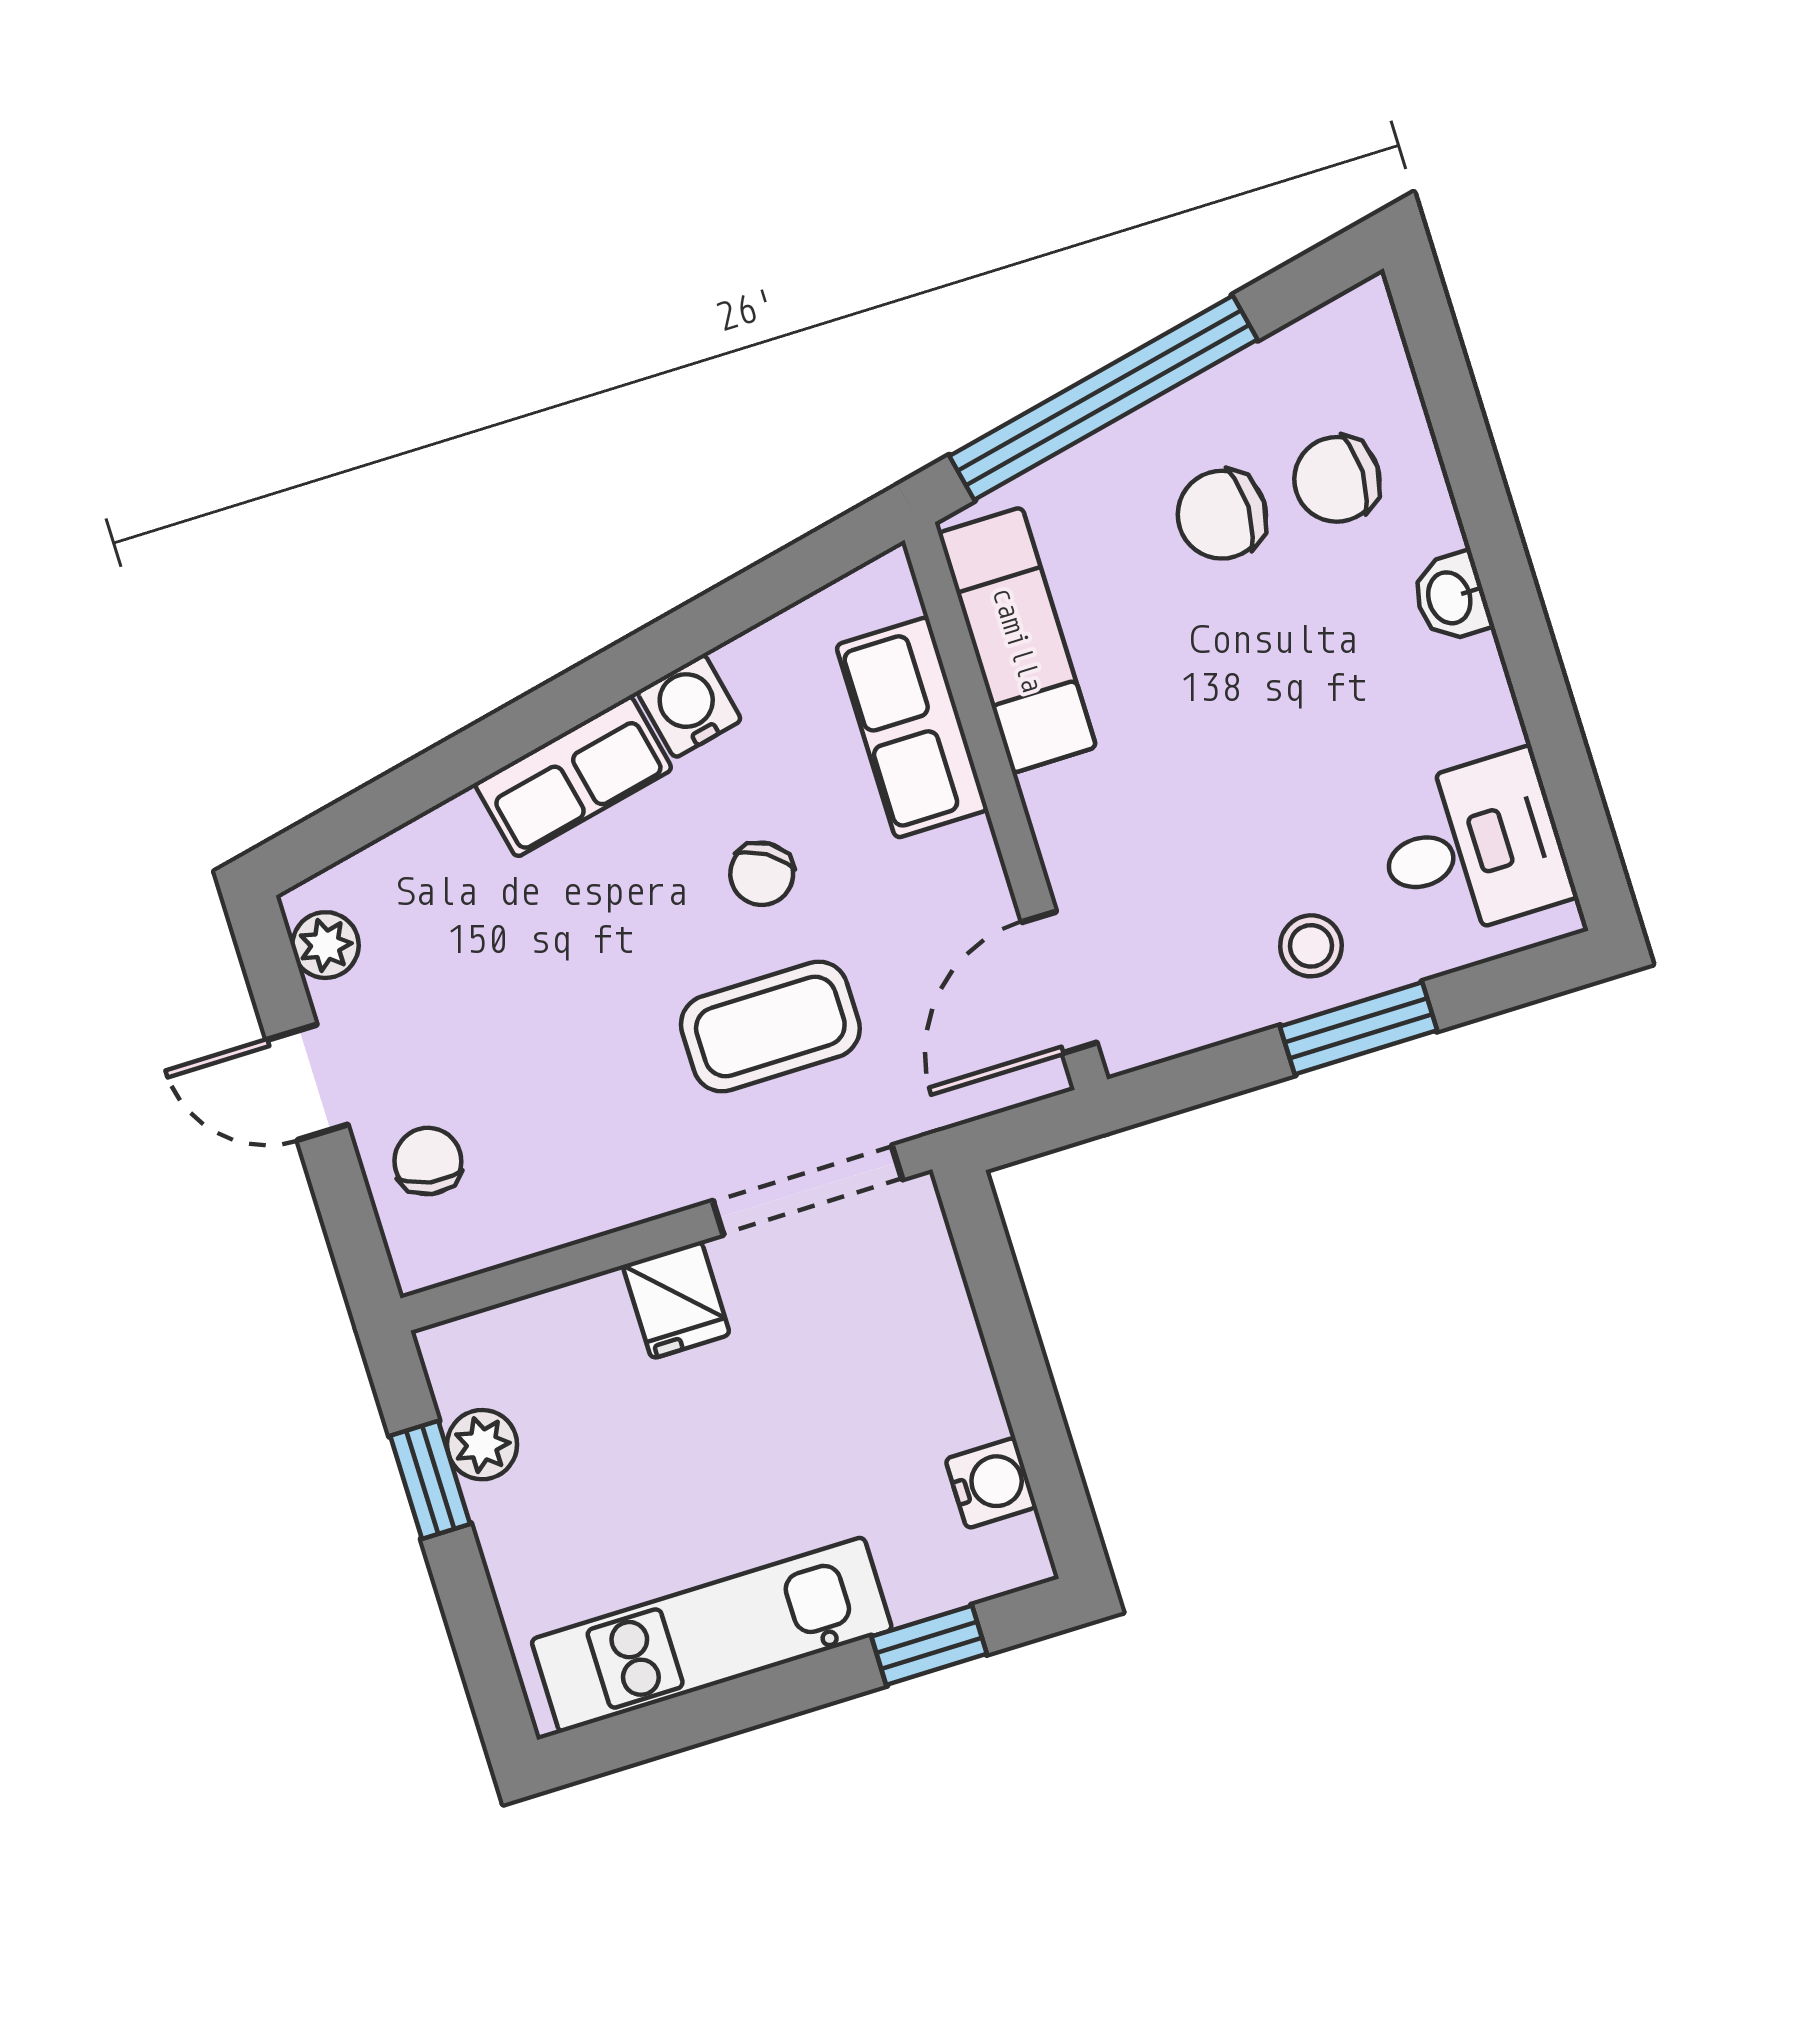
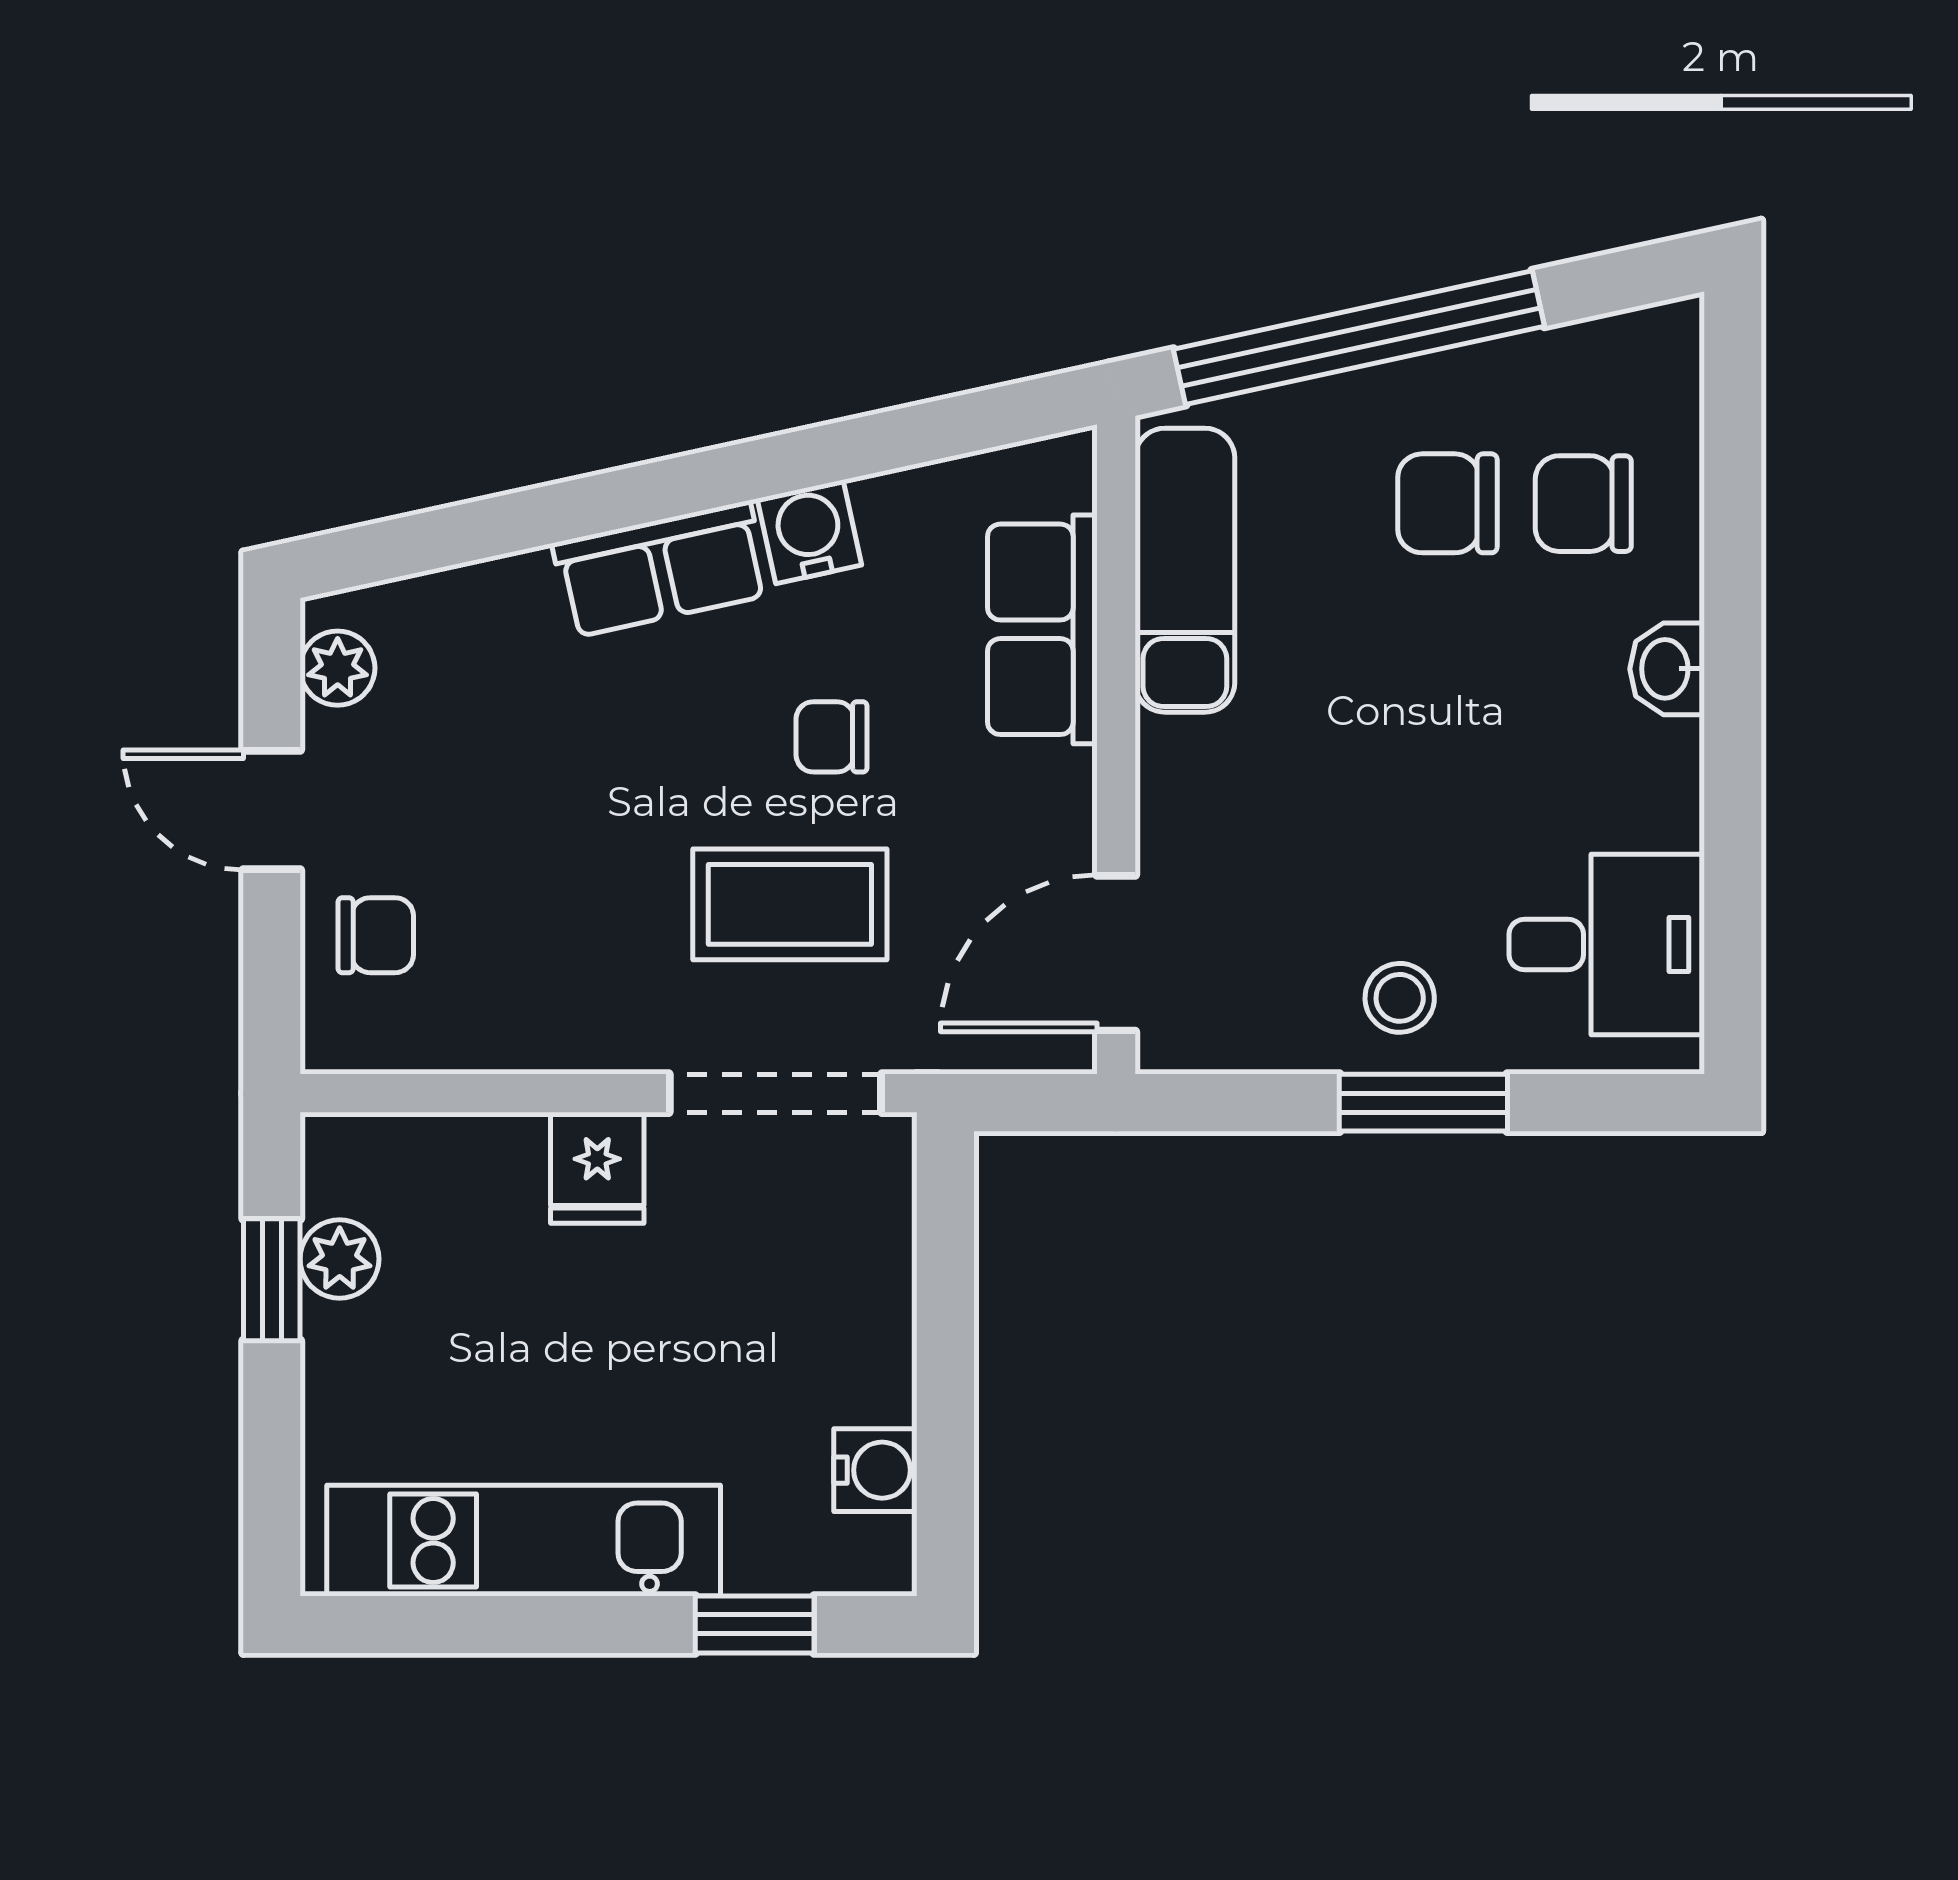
chair: (762, 874) -> (832, 737), turned 58
chair: (428, 1161) -> (376, 935), turned 80

